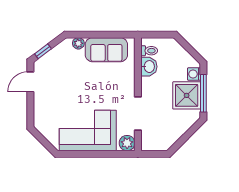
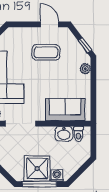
sofa: (106, 50) -> (65, 110), moved, turned 90
window: (43, 51) -> (85, 45), moved
coffee table: (61, 86) -> (46, 52), added

